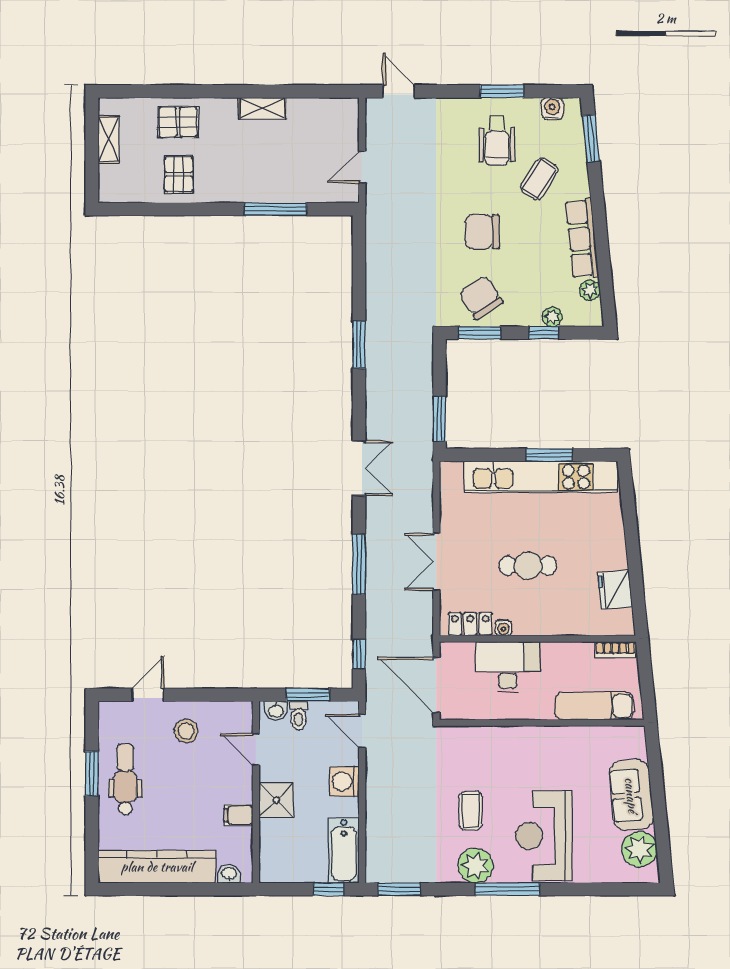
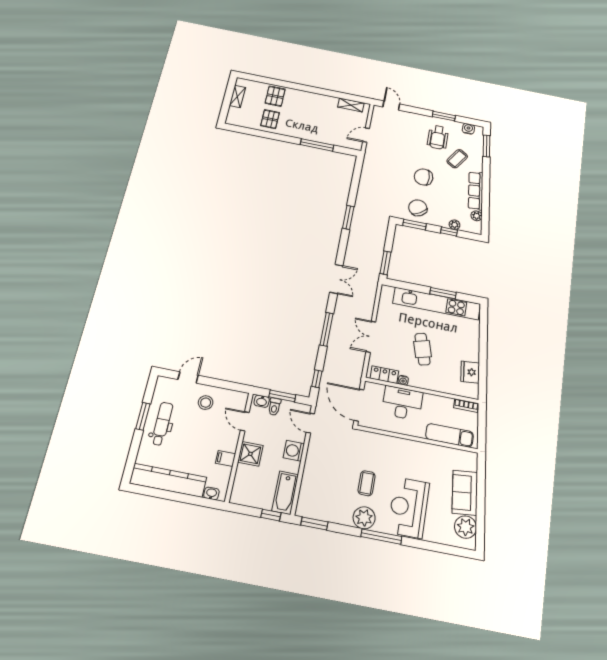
shelving: (262, 108) -> (351, 105), moved
pallet: (178, 122) -> (275, 96), turned 90
cafe table: (528, 566) -> (422, 349), turned 74

